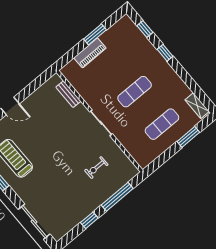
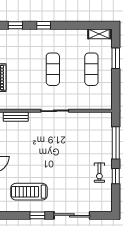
exercise bike: (96, 168) -> (99, 173), moved
sliding door: (34, 222) -> (72, 215), moved

